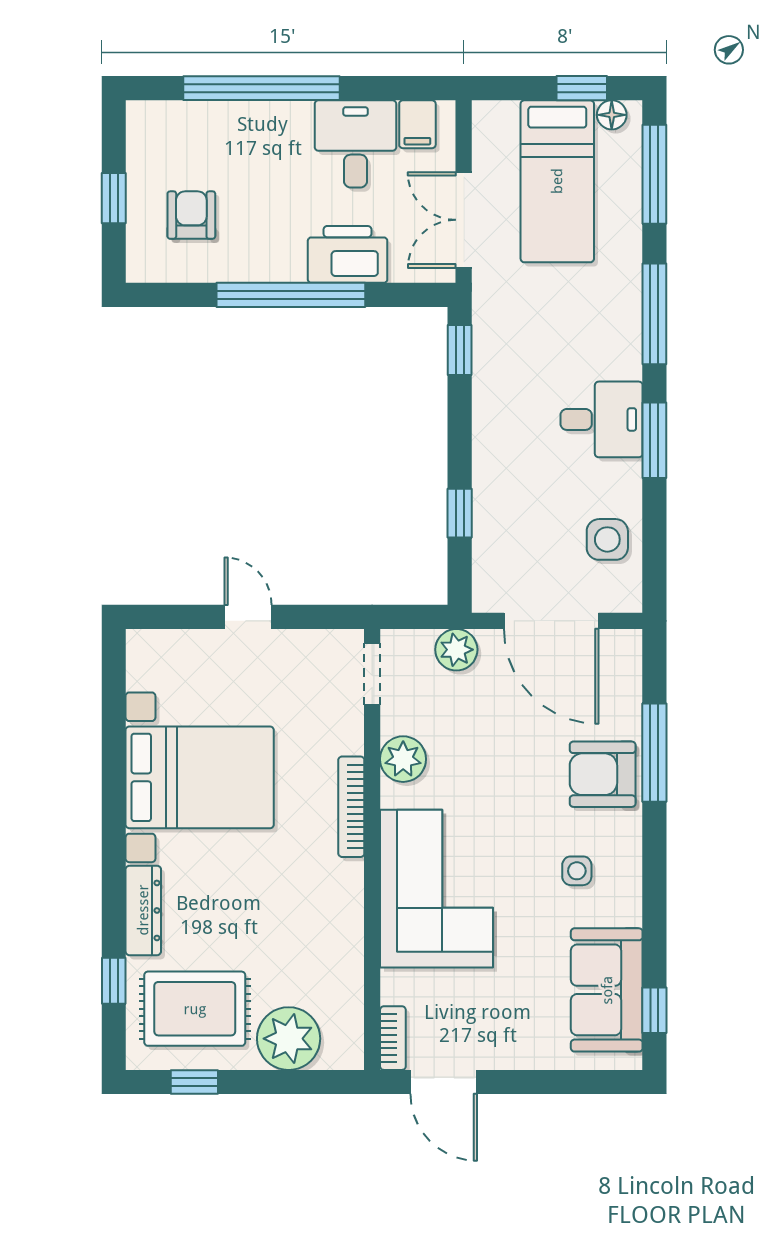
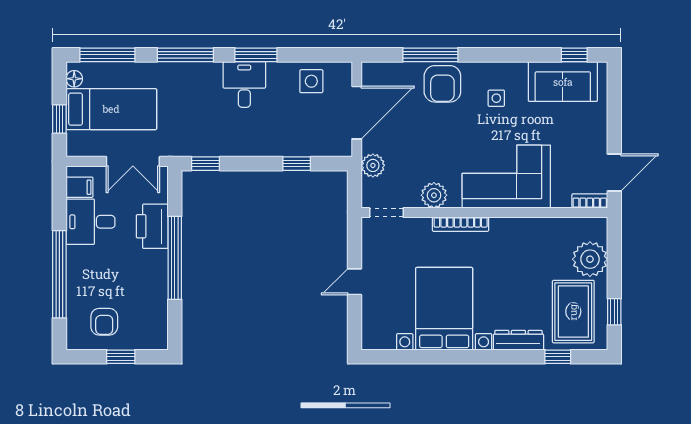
window: (582, 88) -> (59, 119), moved
armchair: (191, 215) -> (104, 322), moved, turned -90

